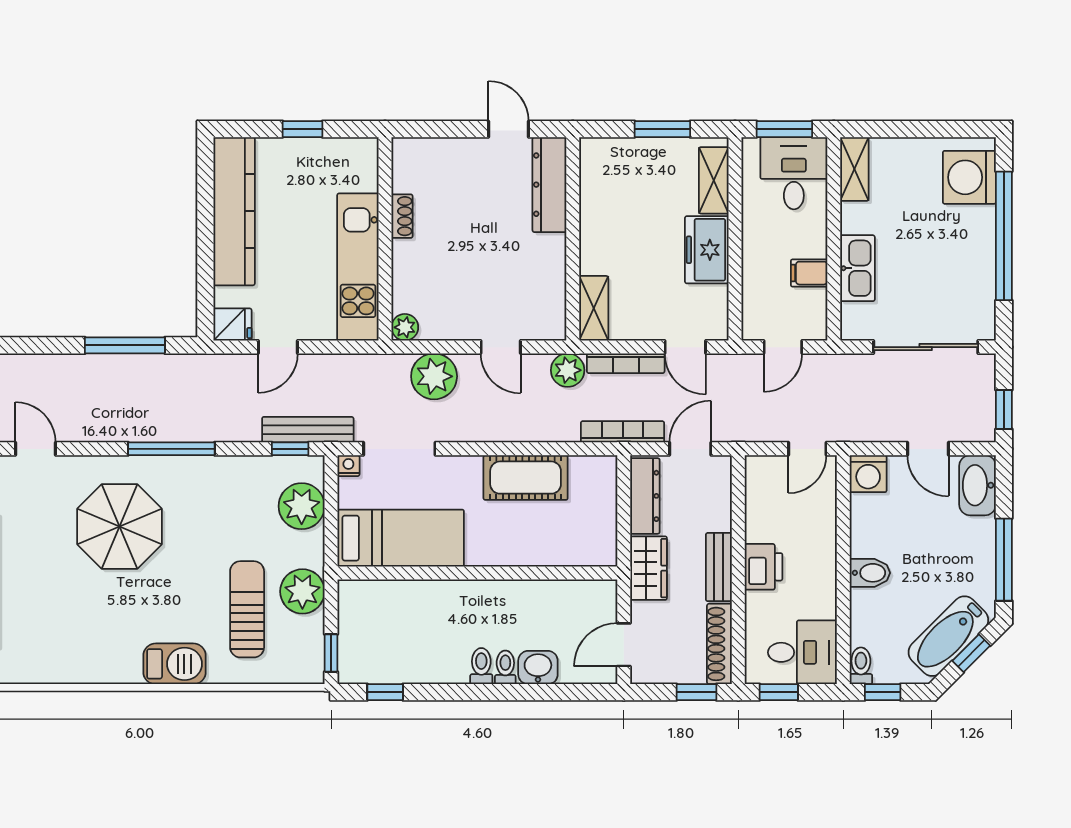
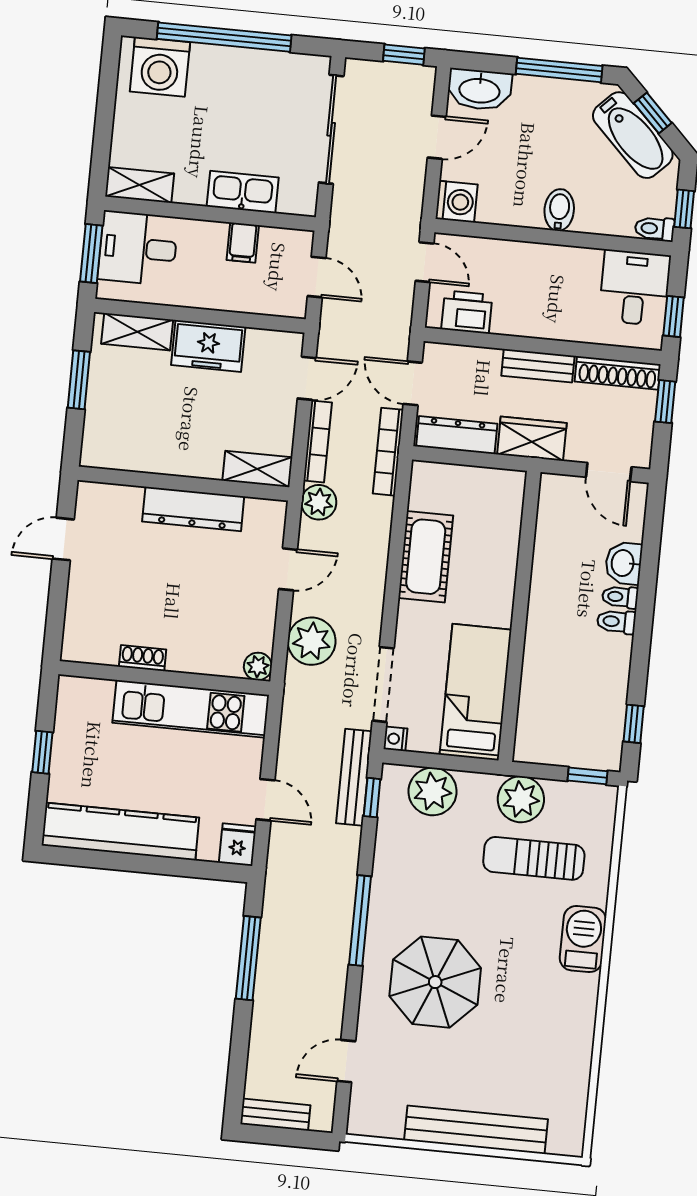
dresser: (549, 185) -> (193, 509), moved
printer: (764, 567) -> (467, 312), moved

